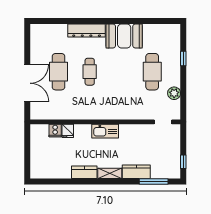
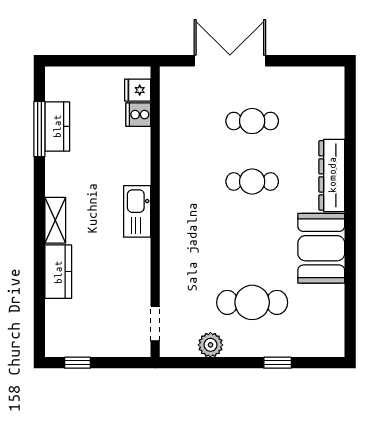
cafe table: (58, 72) -> (252, 121), width x0.73, depth x0.74
double door: (27, 83) -> (230, 61), swing flipped
fridge: (68, 131) -> (138, 90), moved
kitchen counter: (84, 172) -> (57, 126), moved
window: (154, 182) -> (39, 129), moved

